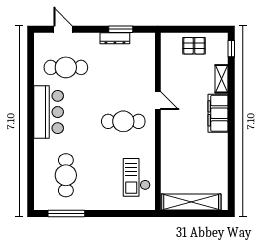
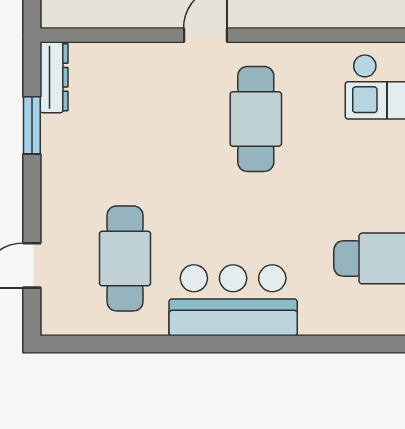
dresser: (115, 38) -> (54, 77), moved

